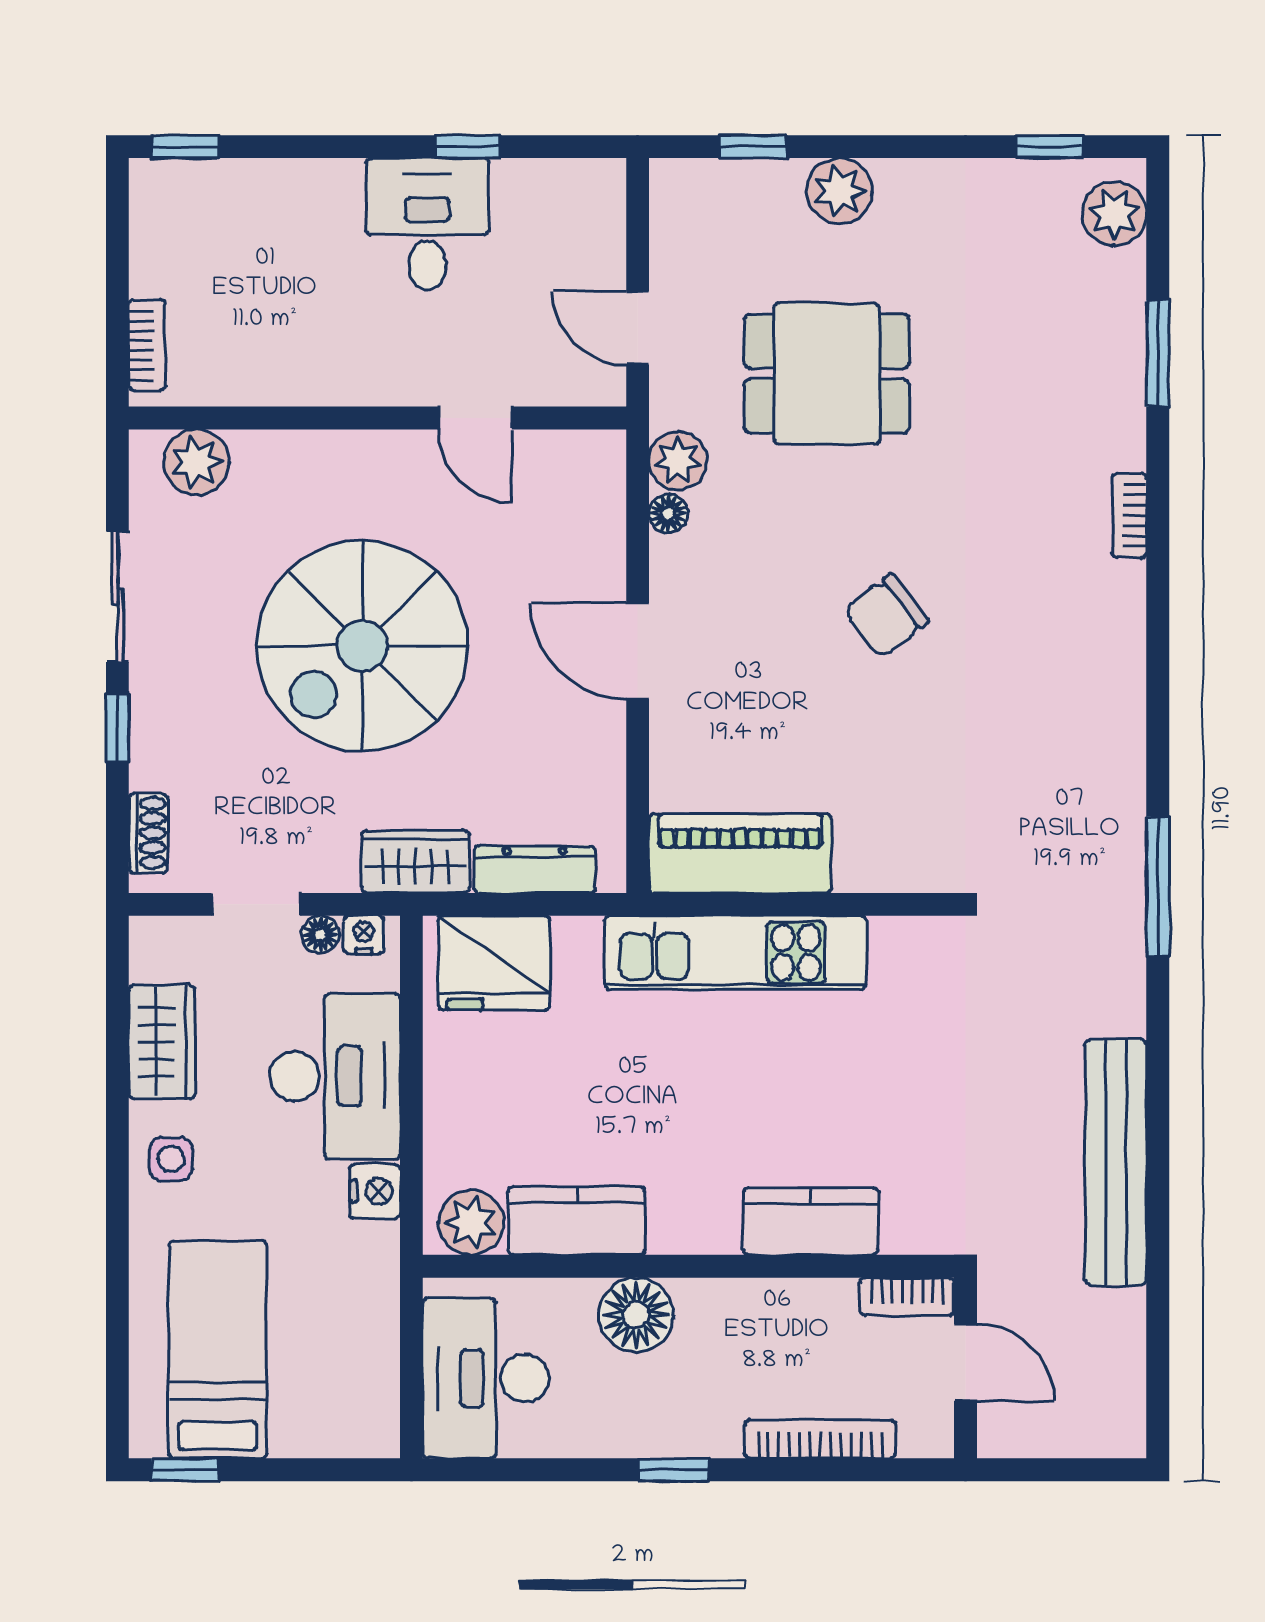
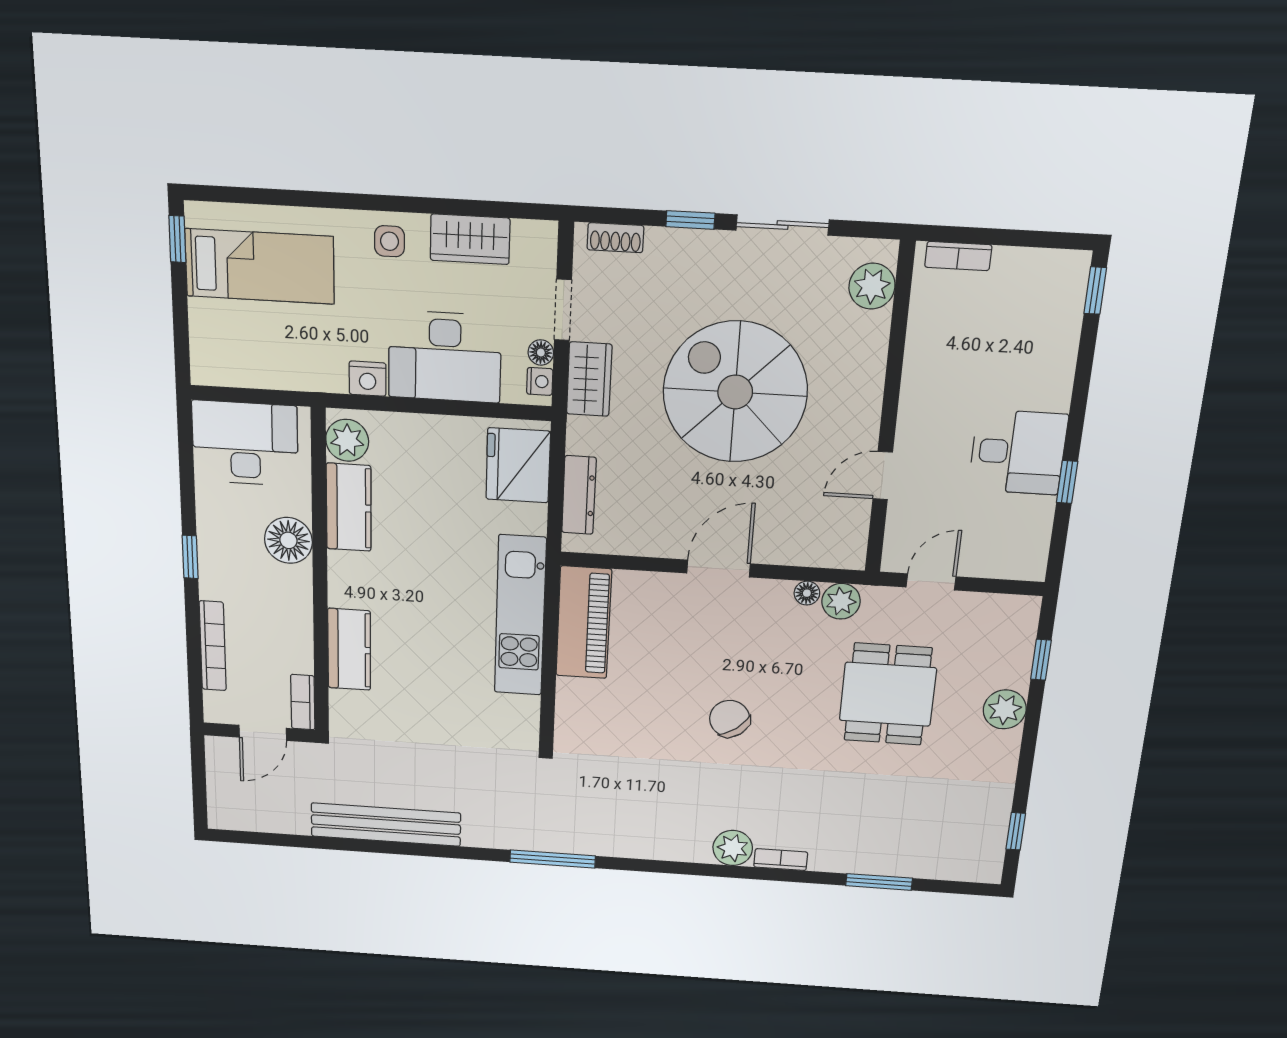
plant: (1114, 214) -> (733, 848), moved
wardrobe: (415, 862) -> (589, 379), moved

